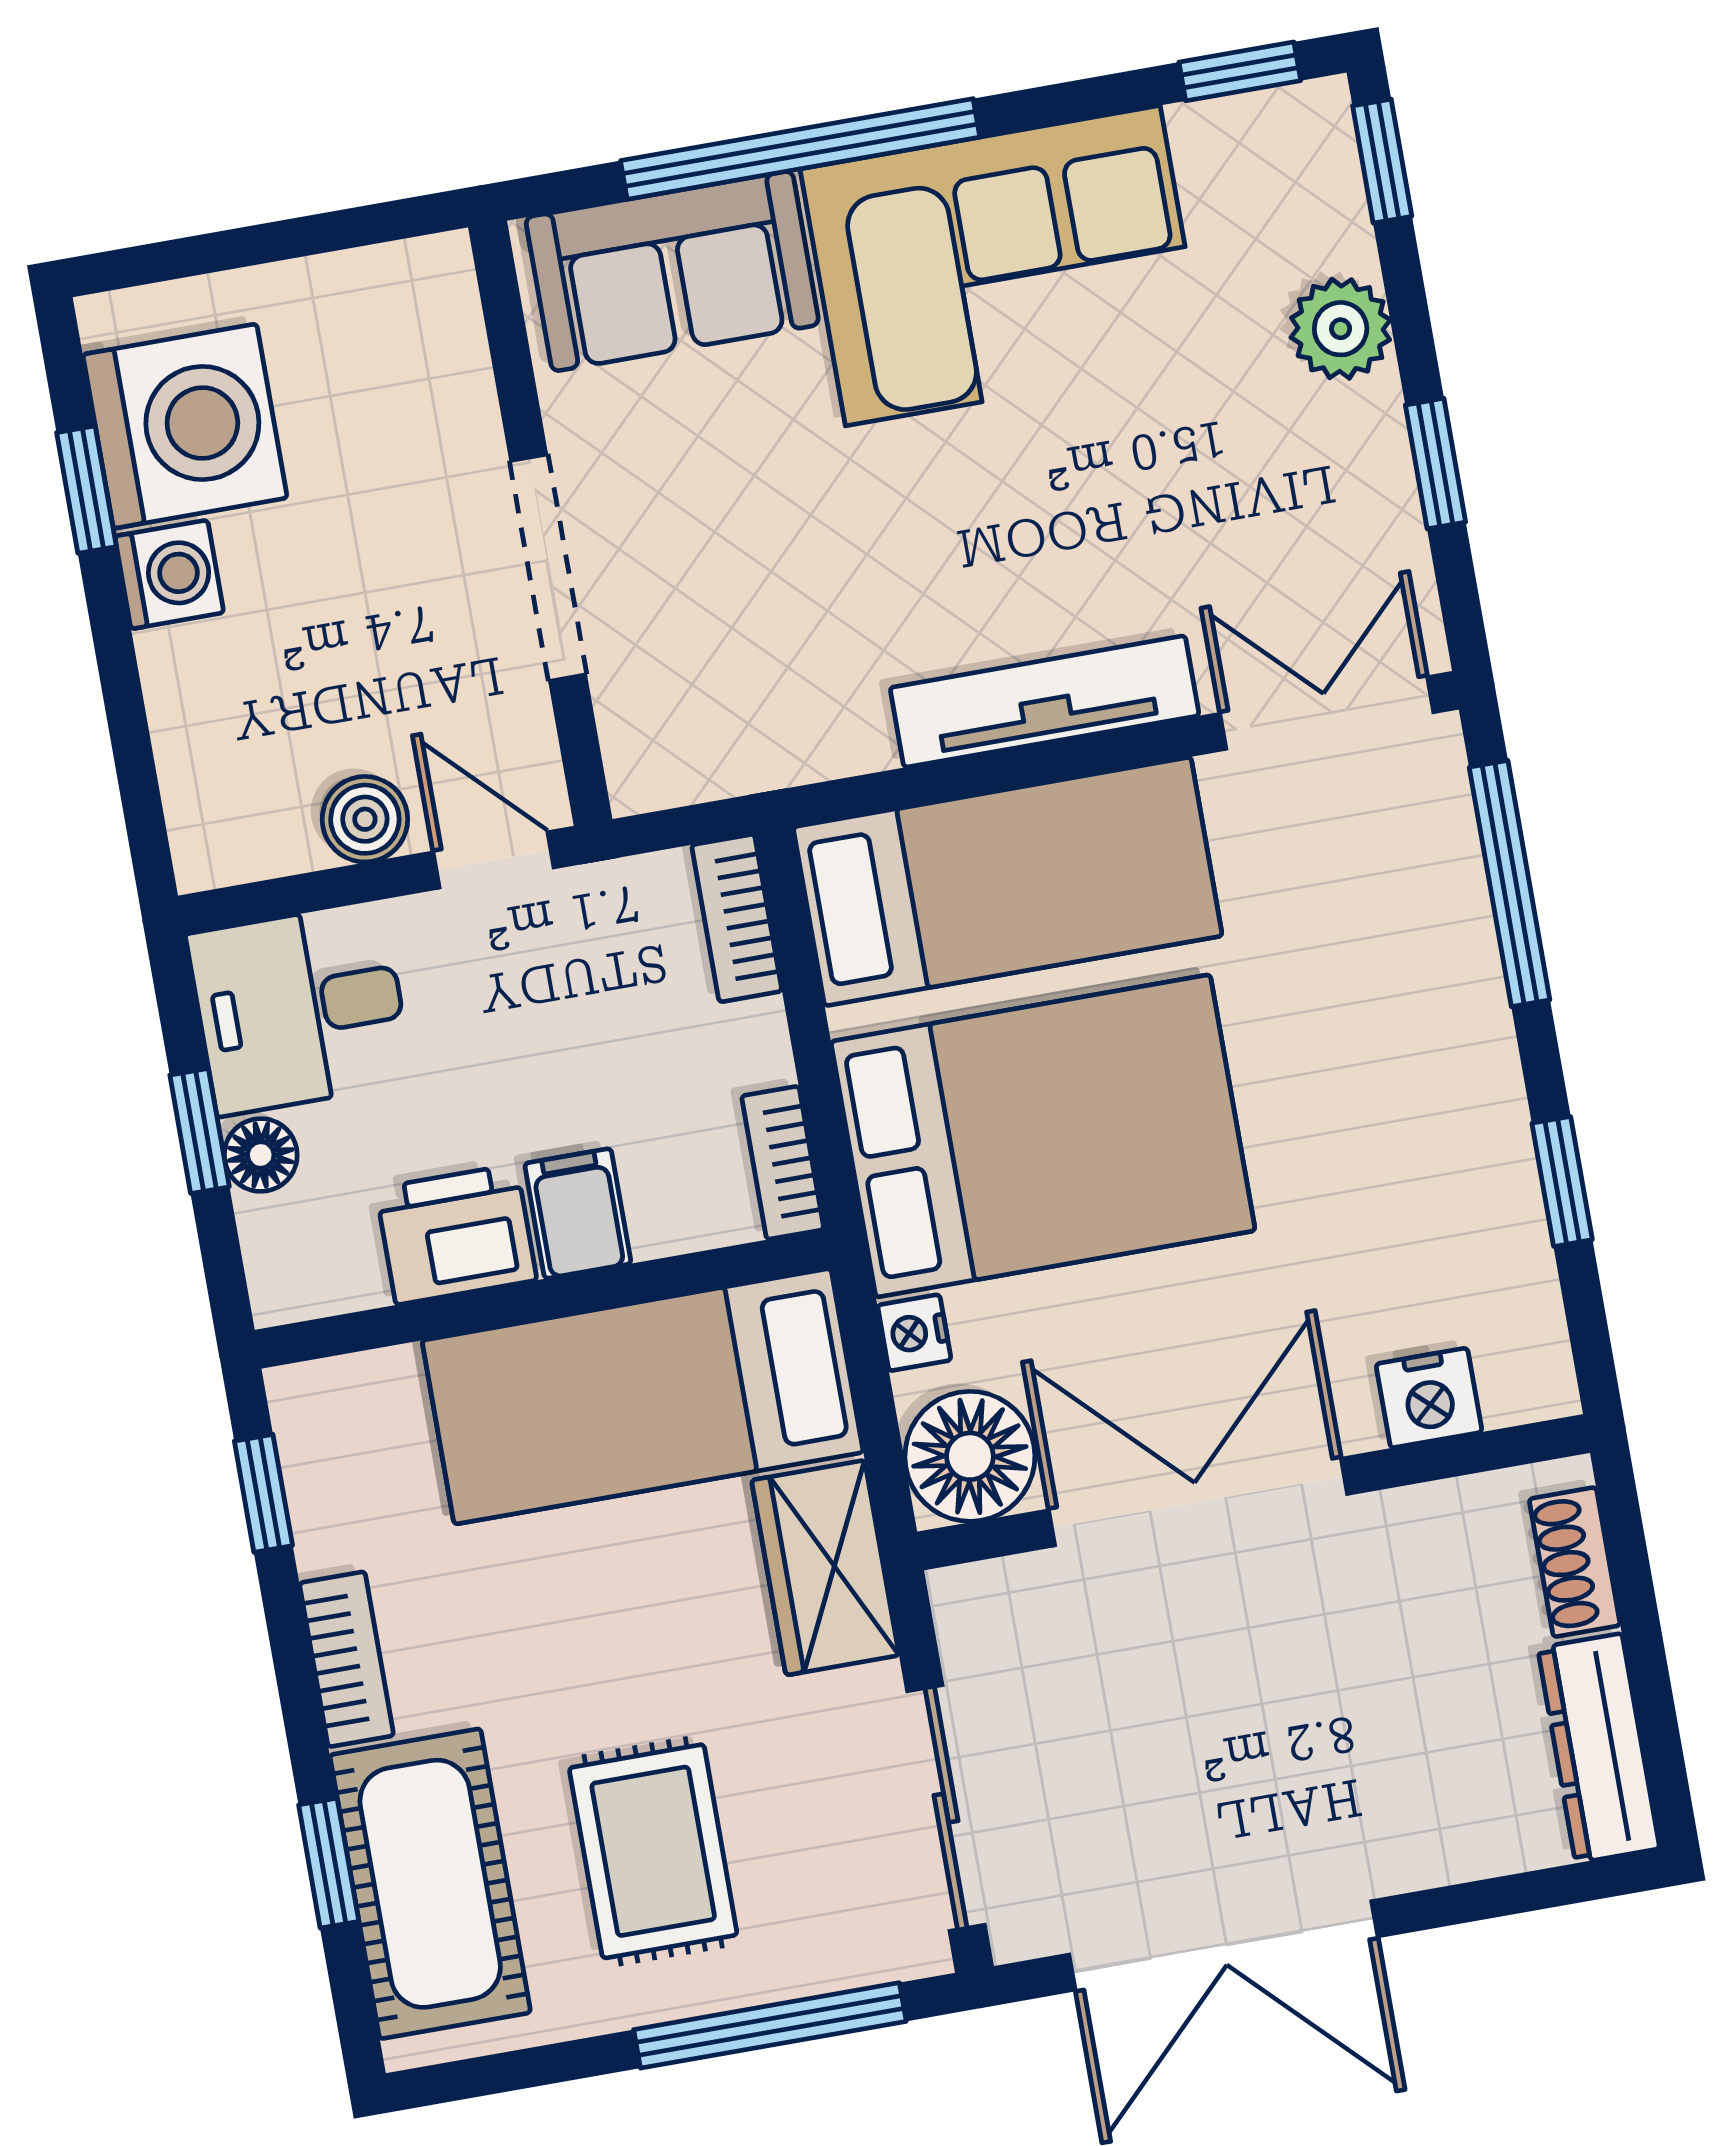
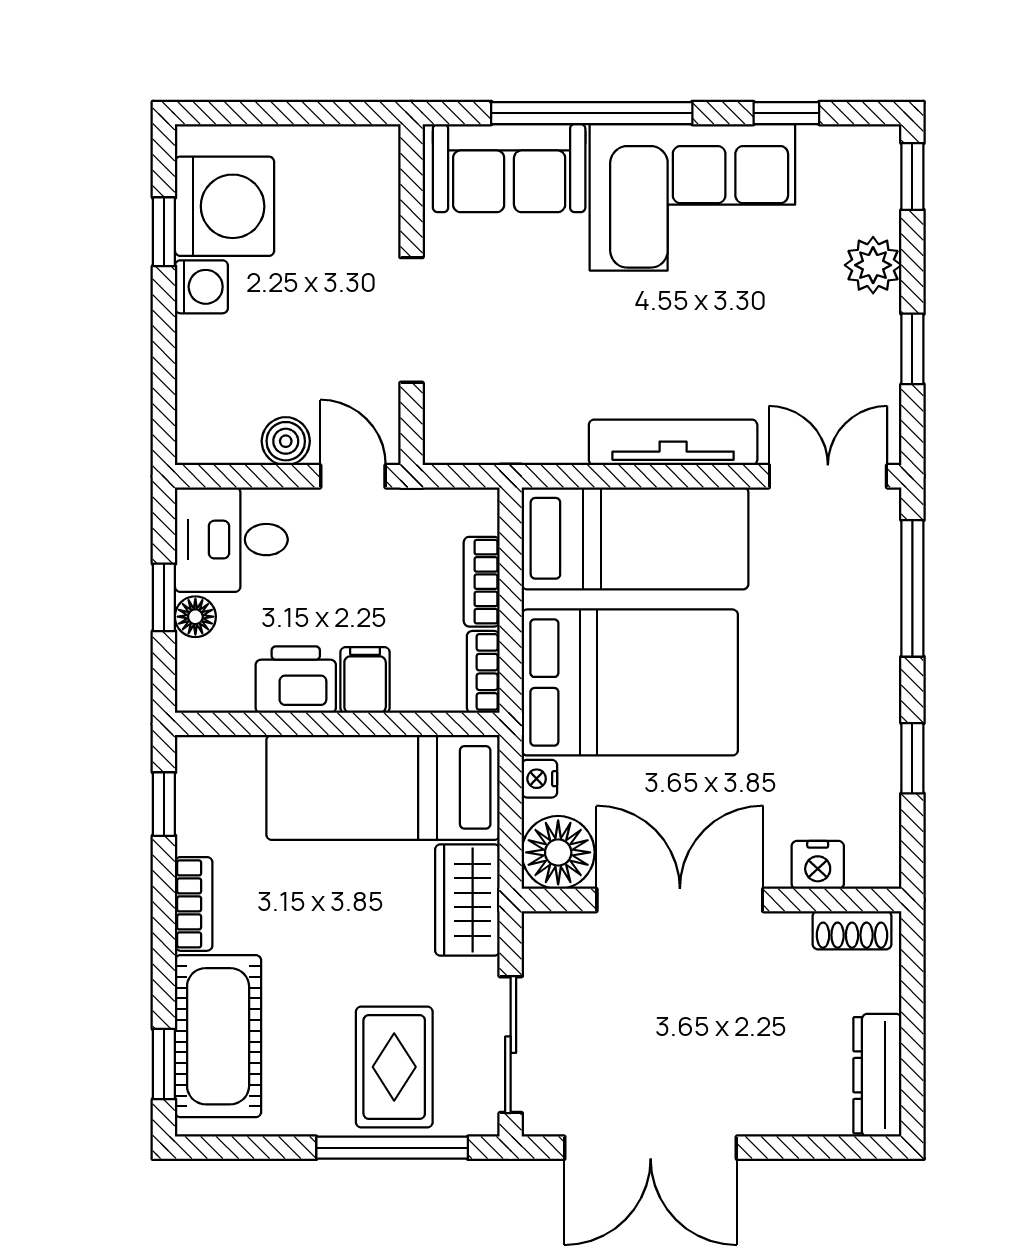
window: (1240, 71) -> (786, 113), moved
bookcase: (737, 918) -> (482, 582), moved
shoe rack: (1575, 1562) -> (852, 930), moved, turned -90
rug: (653, 1851) -> (394, 1067), moved
window: (329, 1863) -> (164, 1064), moved

